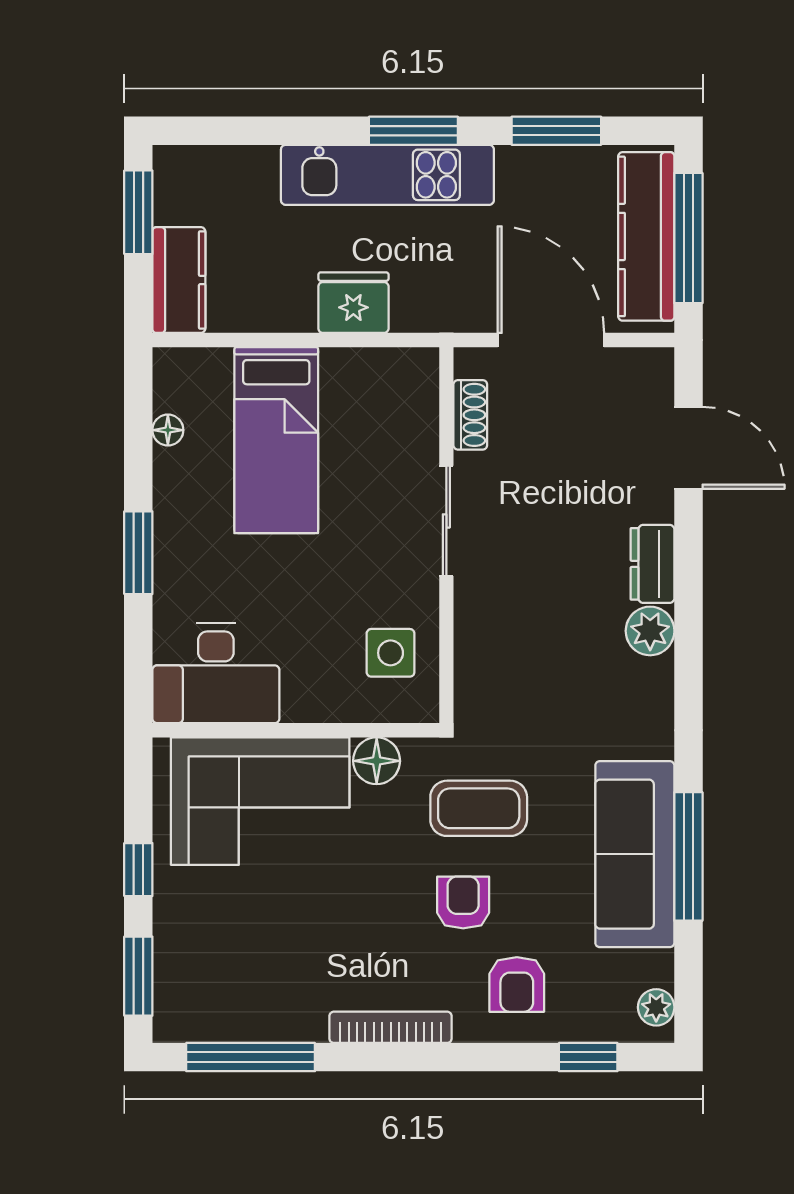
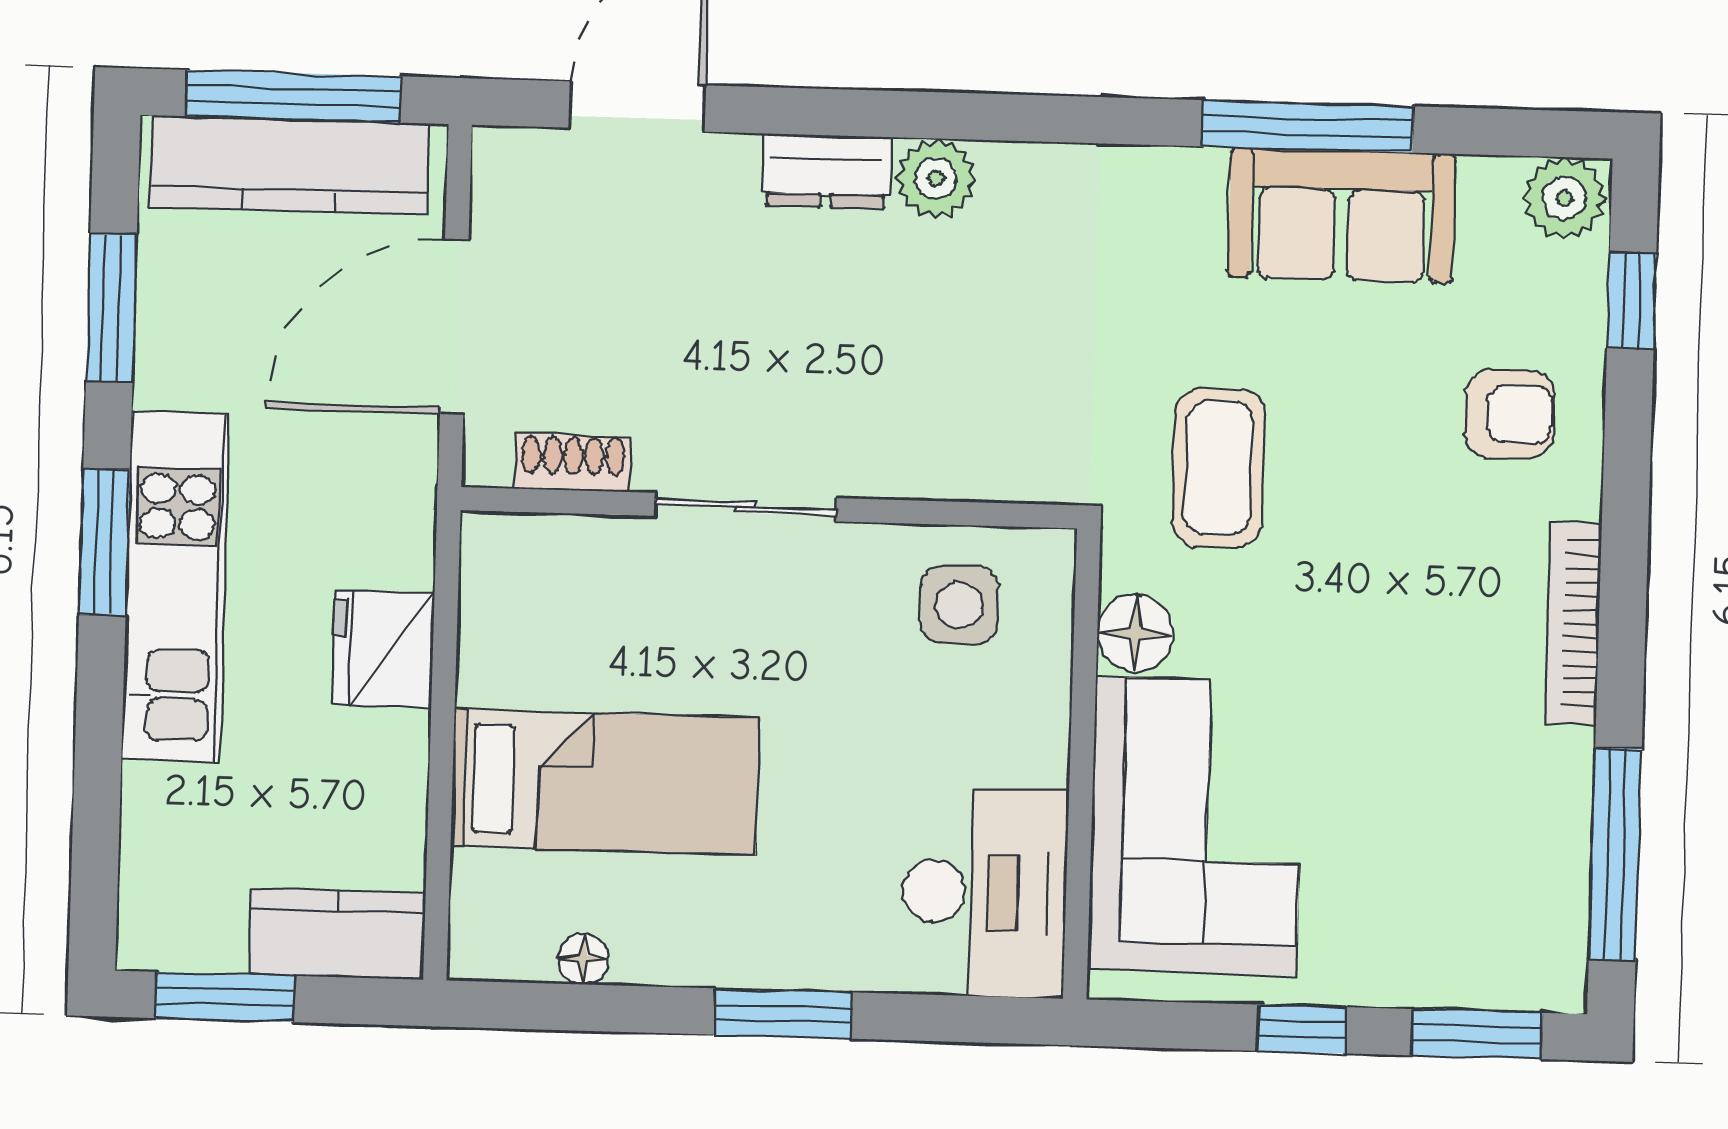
sofa: (635, 854) -> (1342, 215), width x0.73
armchair: (463, 903) -> (1372, 498), removed
plant: (656, 1007) -> (1564, 198), width x1.38, depth x1.38

